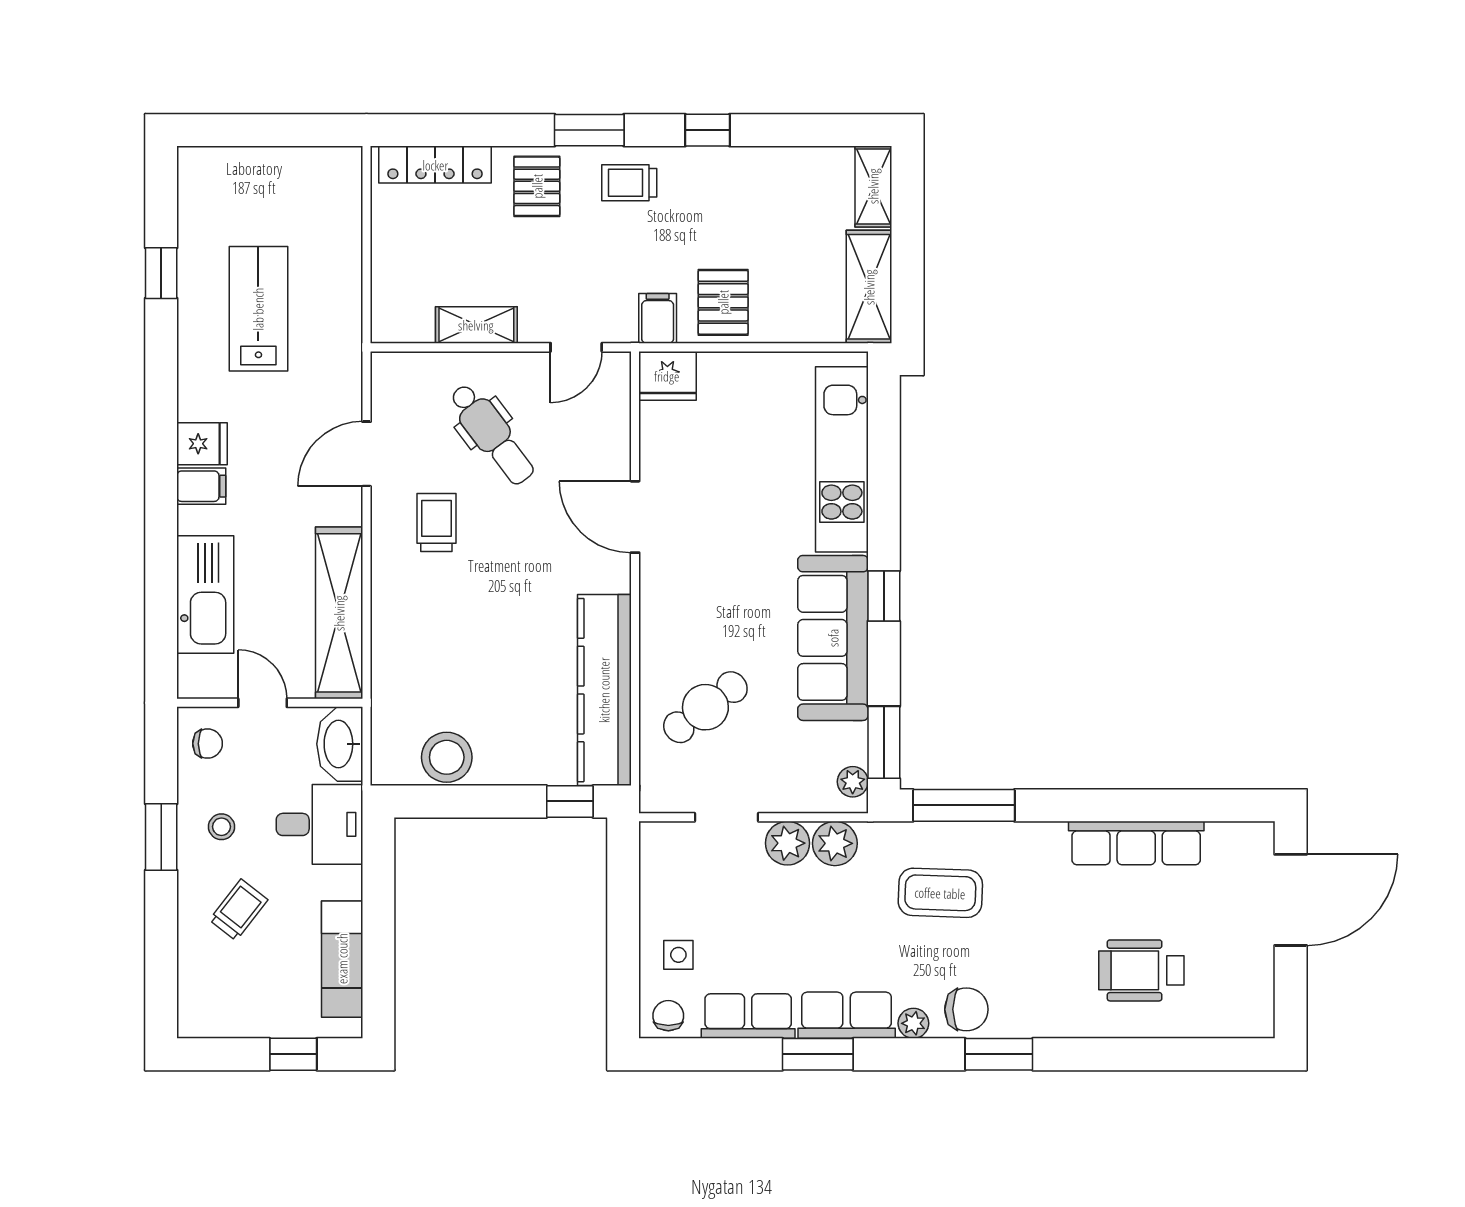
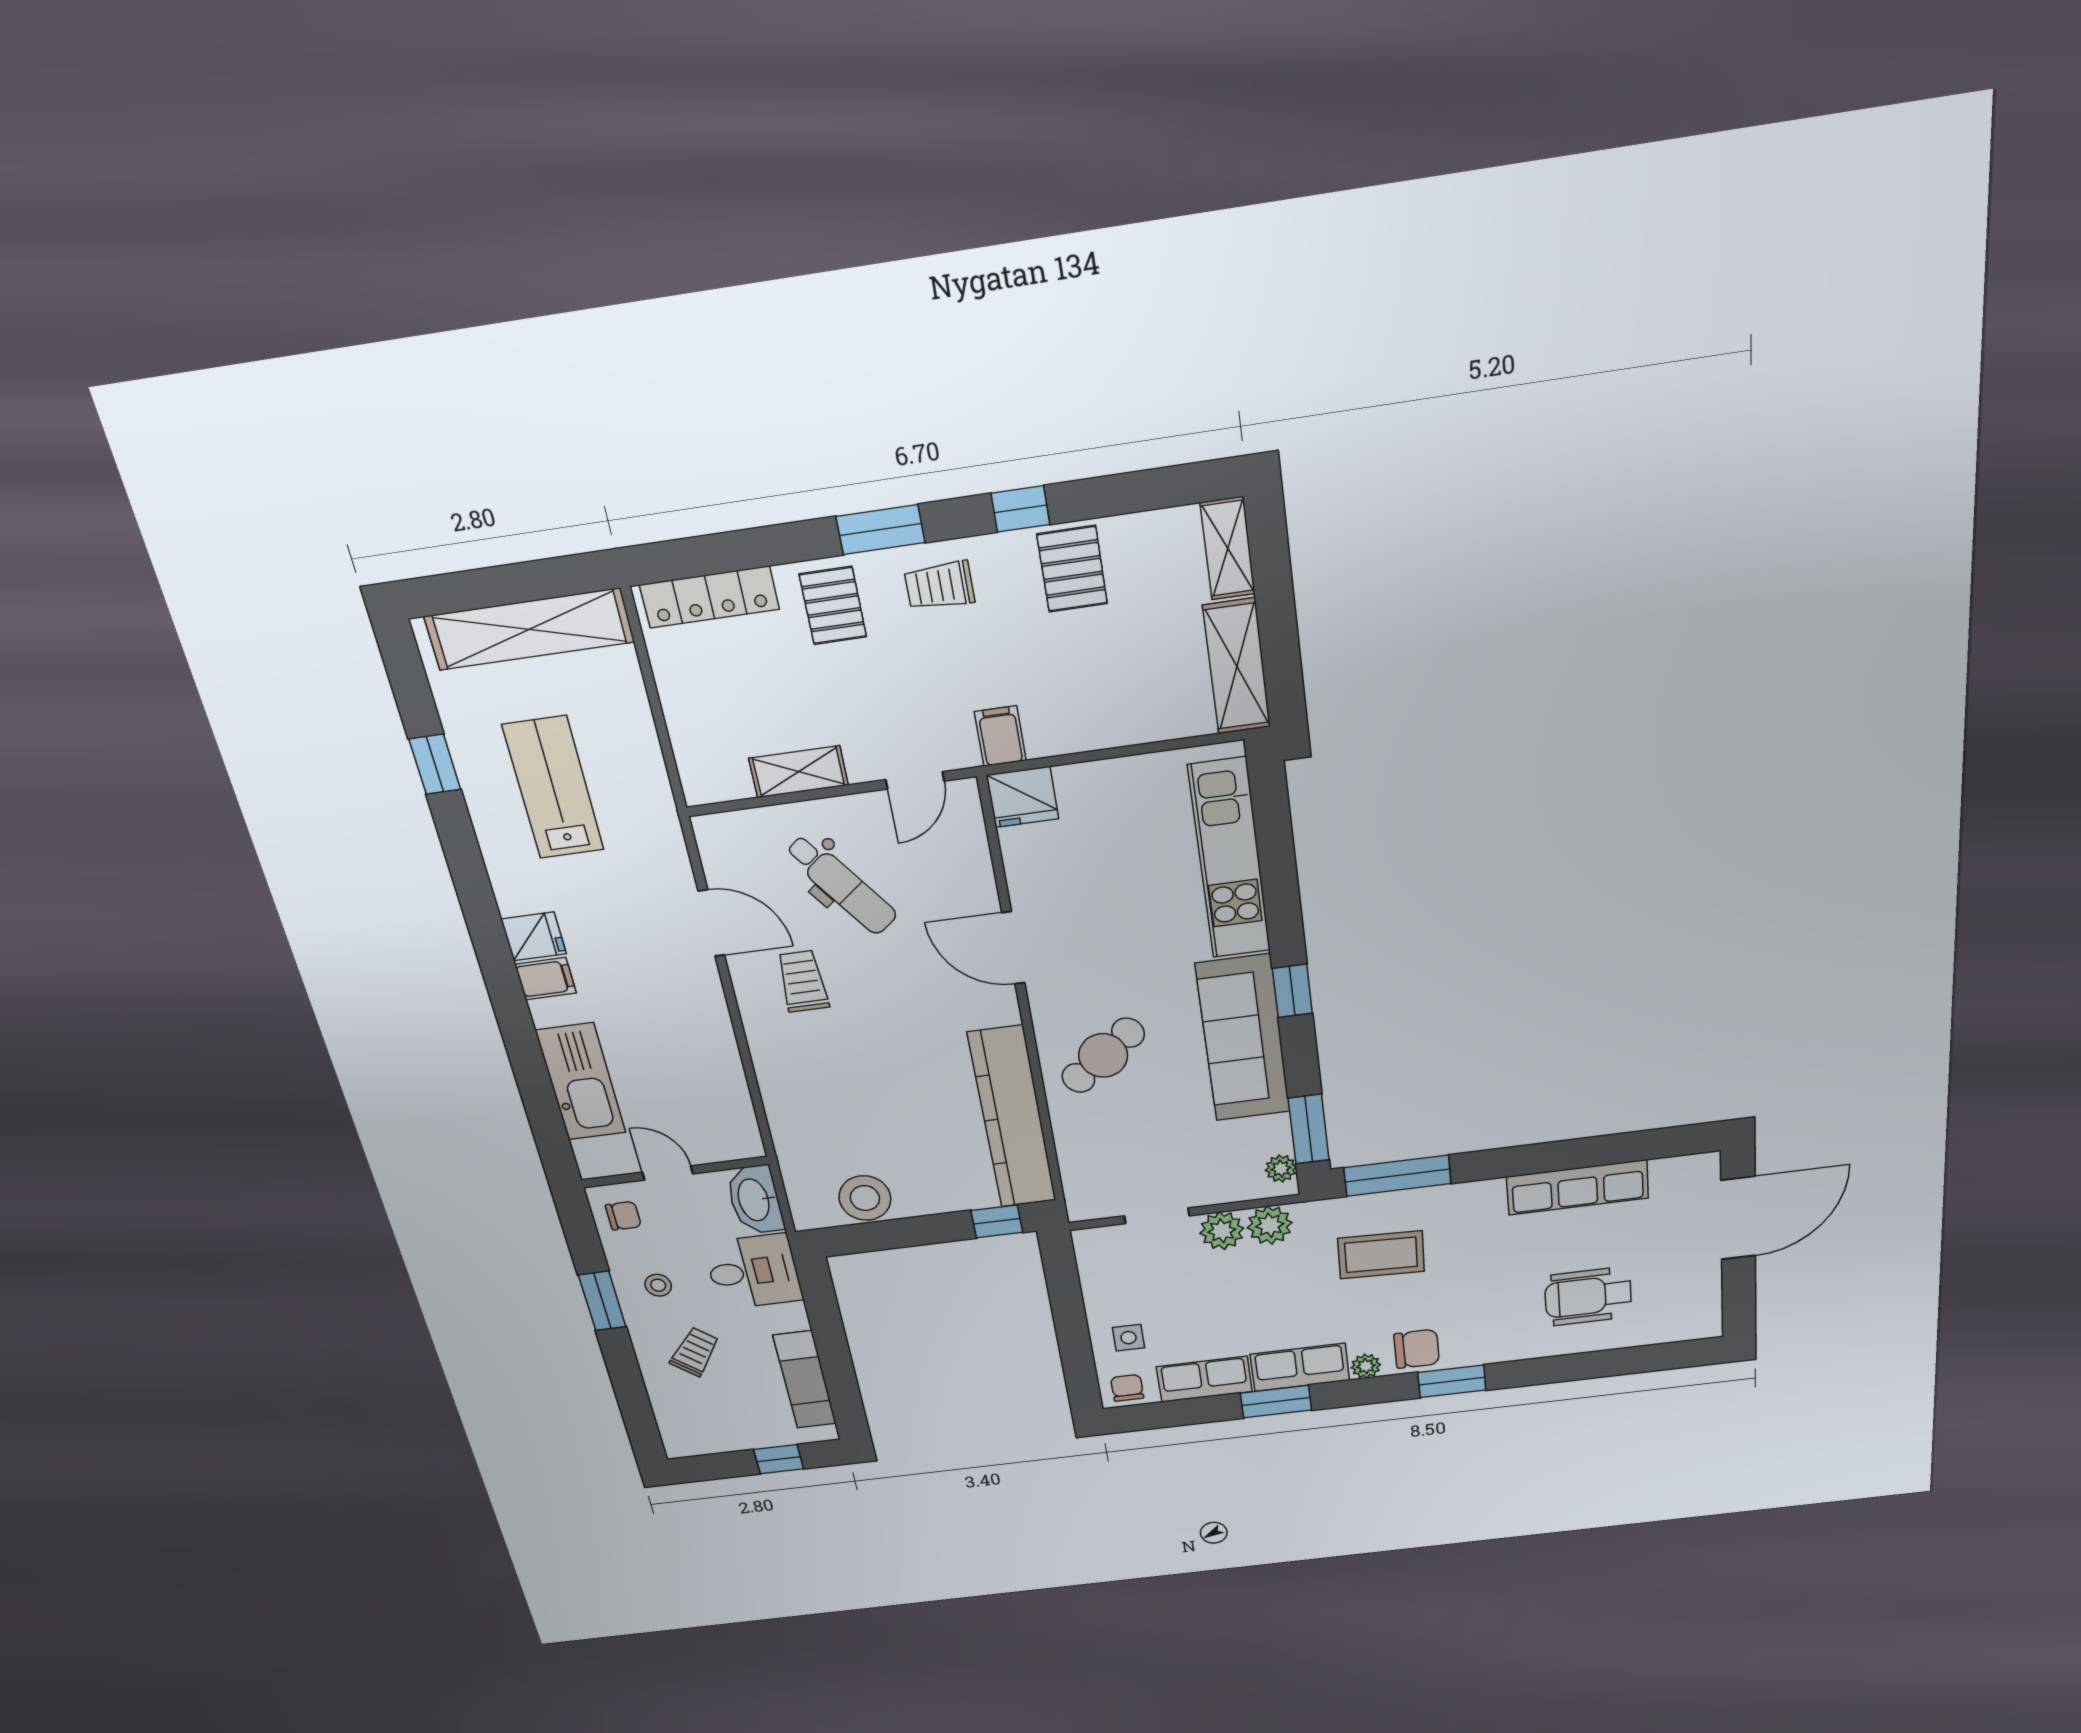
pallet: (723, 302) -> (1072, 569), moved
door: (366, 454) -> (711, 923), swing flipped
shelving: (339, 613) -> (529, 629), moved, turned 90
cafe table: (705, 707) -> (1103, 1055), moved

